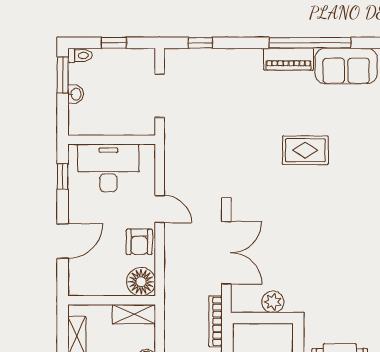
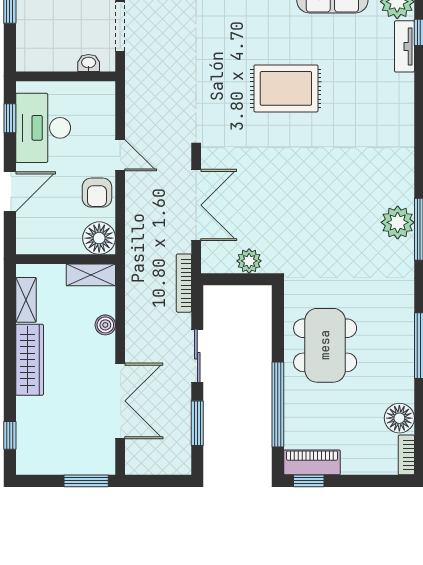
washbasin: (76, 94) -> (89, 63), moved, turned -90
rug: (305, 150) -> (286, 88), width x1.36, depth x1.43
desk: (108, 168) -> (43, 128), moved, turned -90

